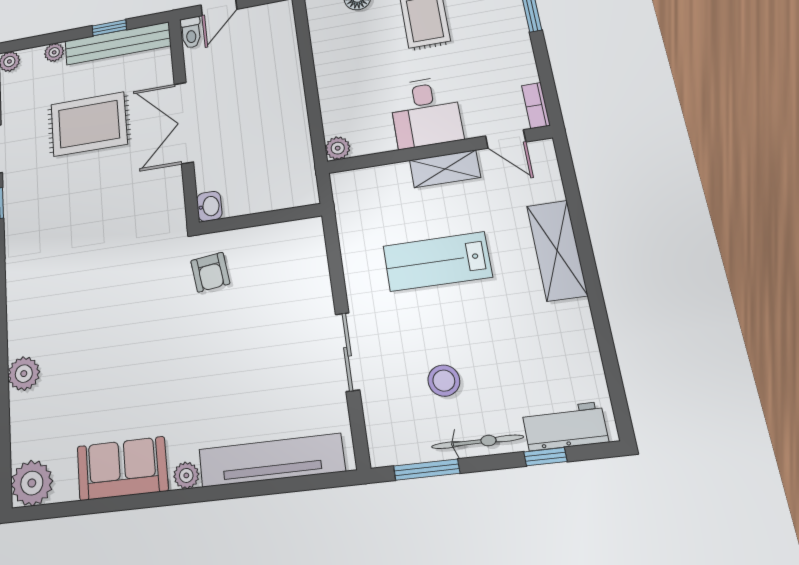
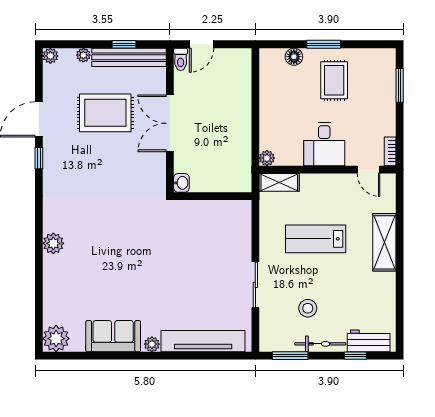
shelving: (445, 169) -> (279, 182), moved
armchair: (210, 272) -> (178, 225), removed
plant: (24, 374) -> (53, 243), moved

